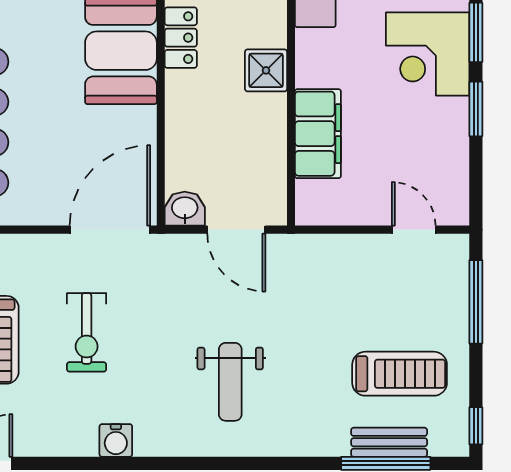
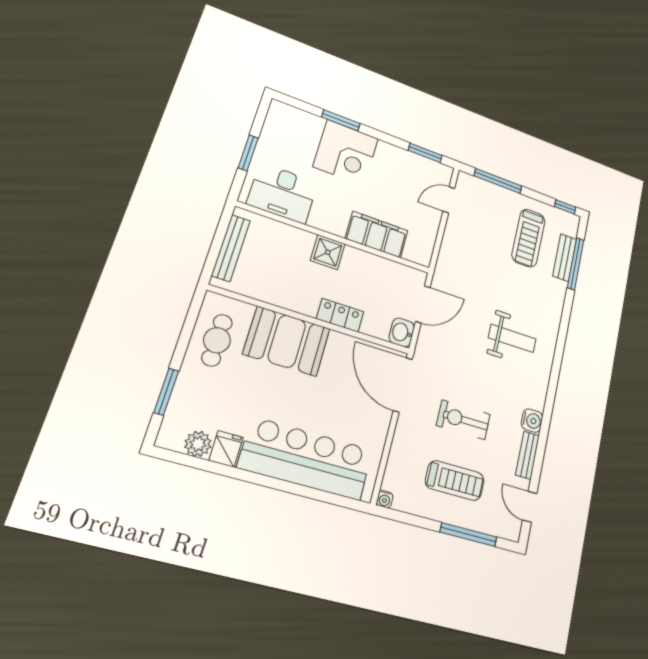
locker: (181, 38) -> (340, 315), moved
window: (476, 109) -> (425, 153), moved
exercise bike: (87, 332) -> (463, 420), turned 180
treadmill: (400, 374) -> (528, 238), turned 180
bench: (63, 444) -> (527, 455), added

